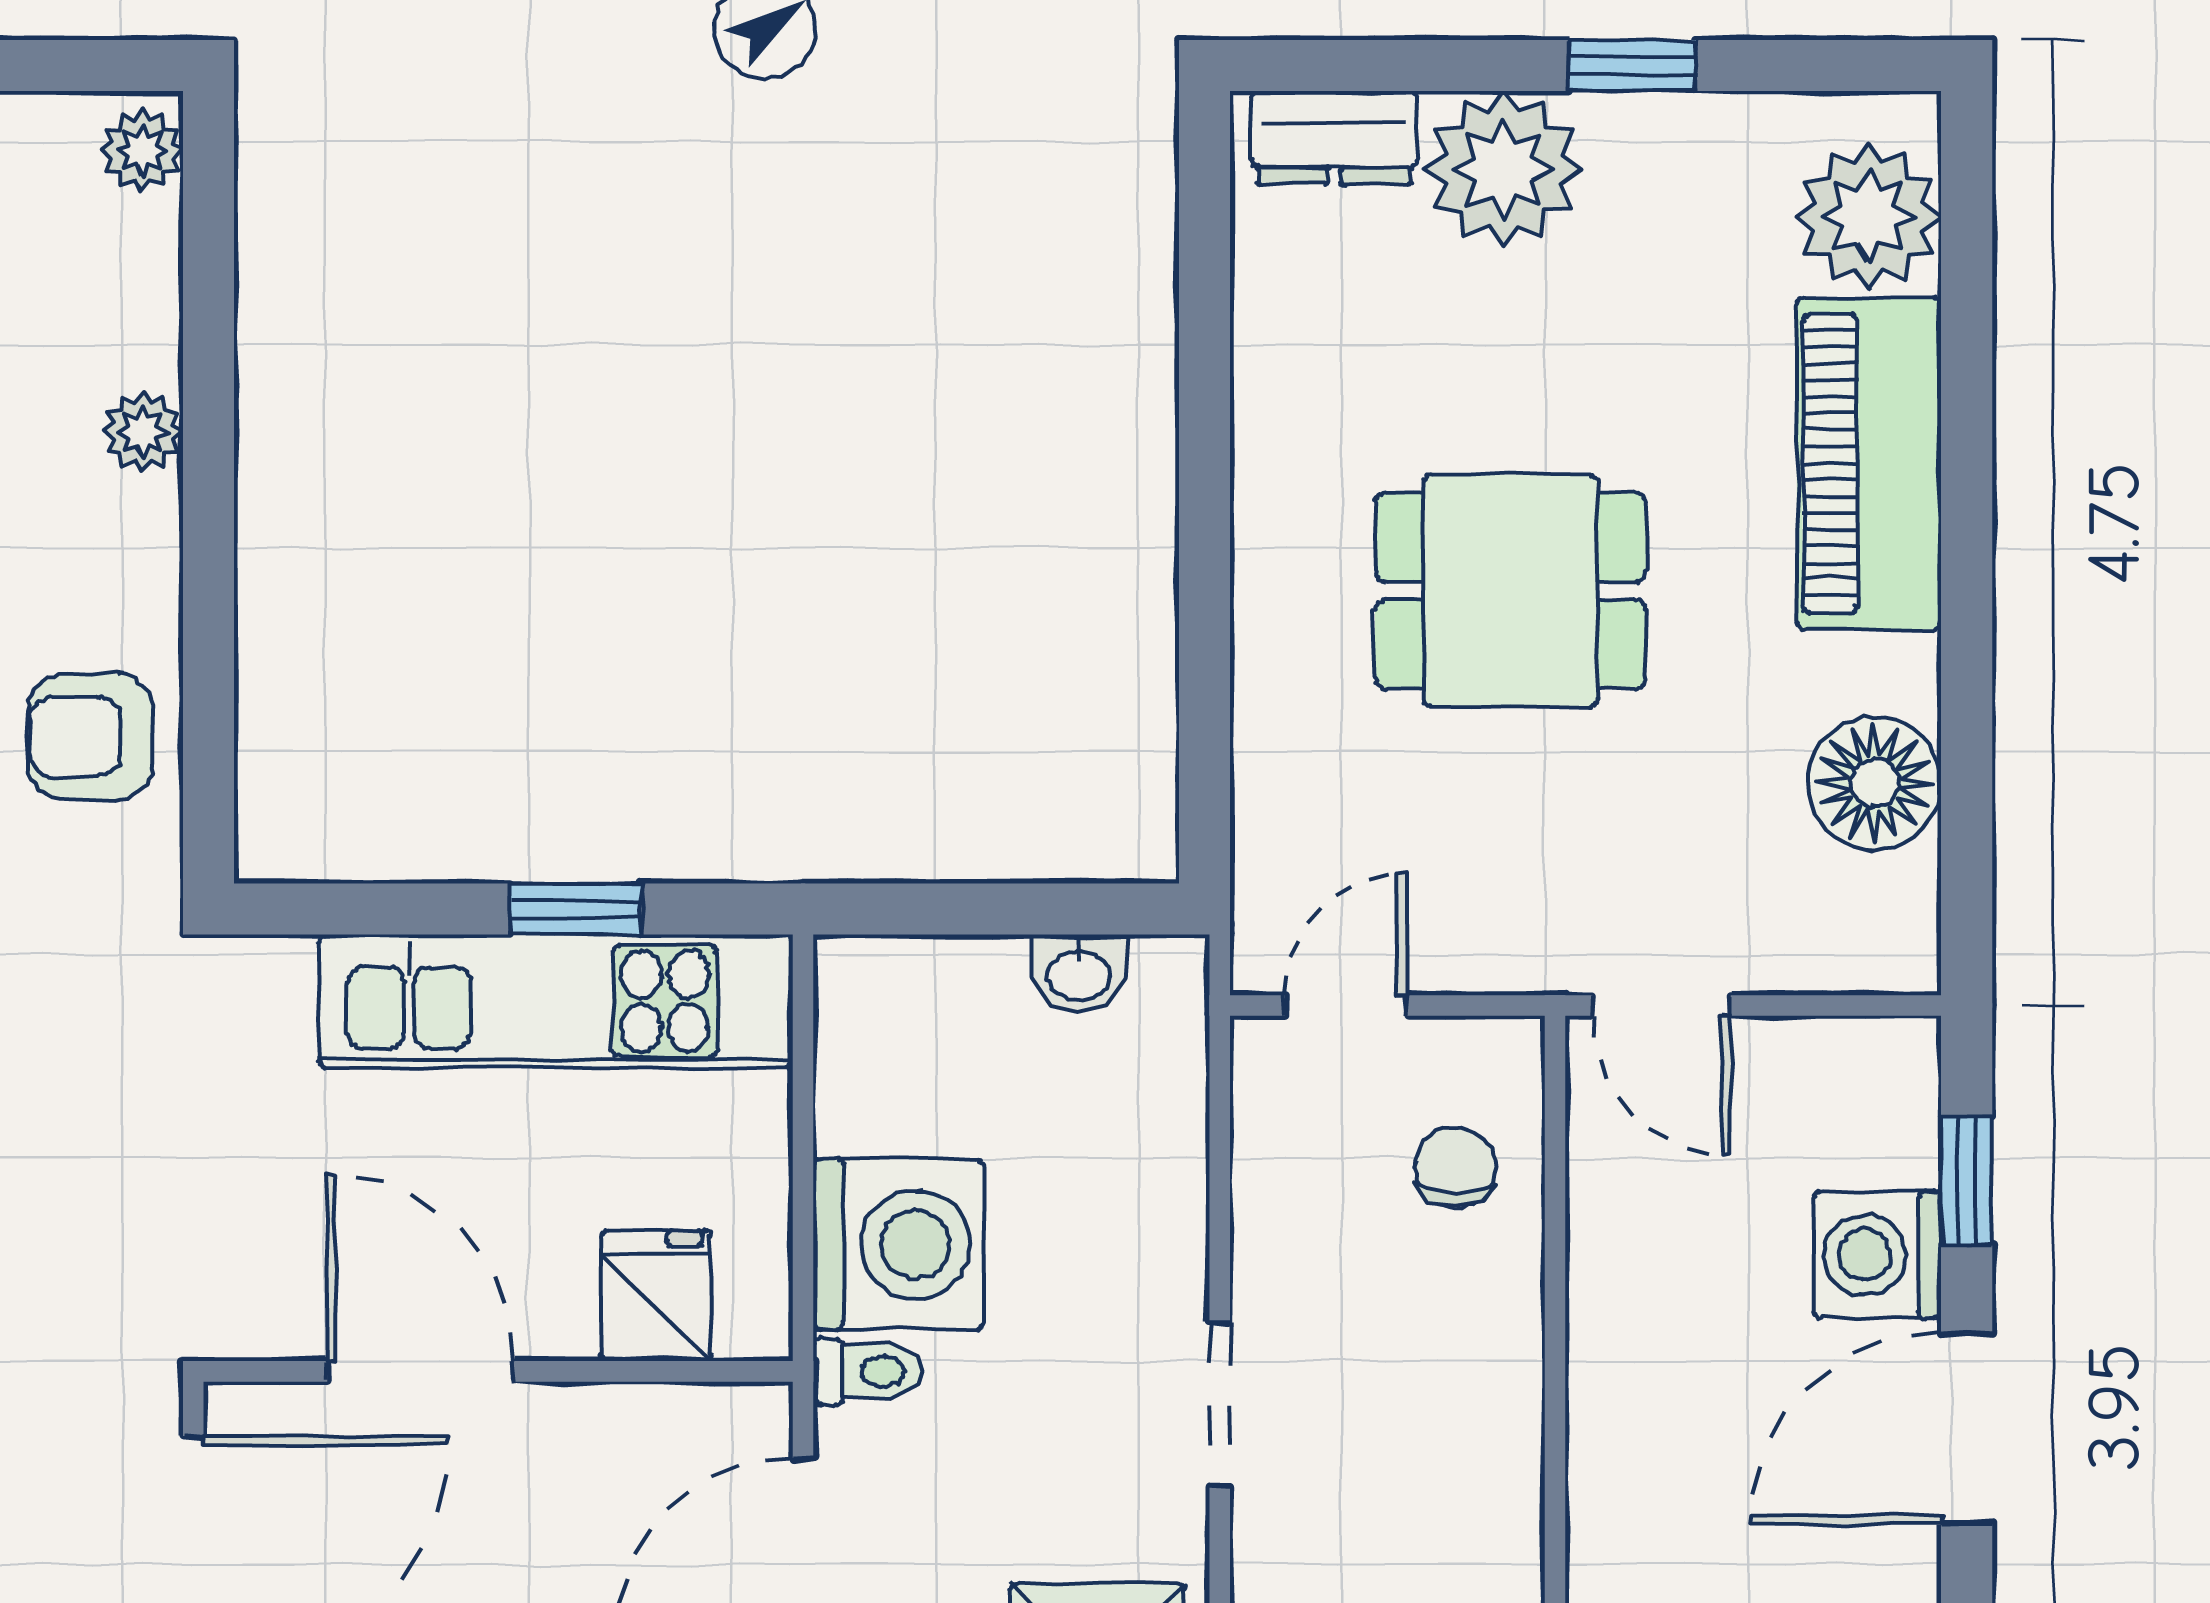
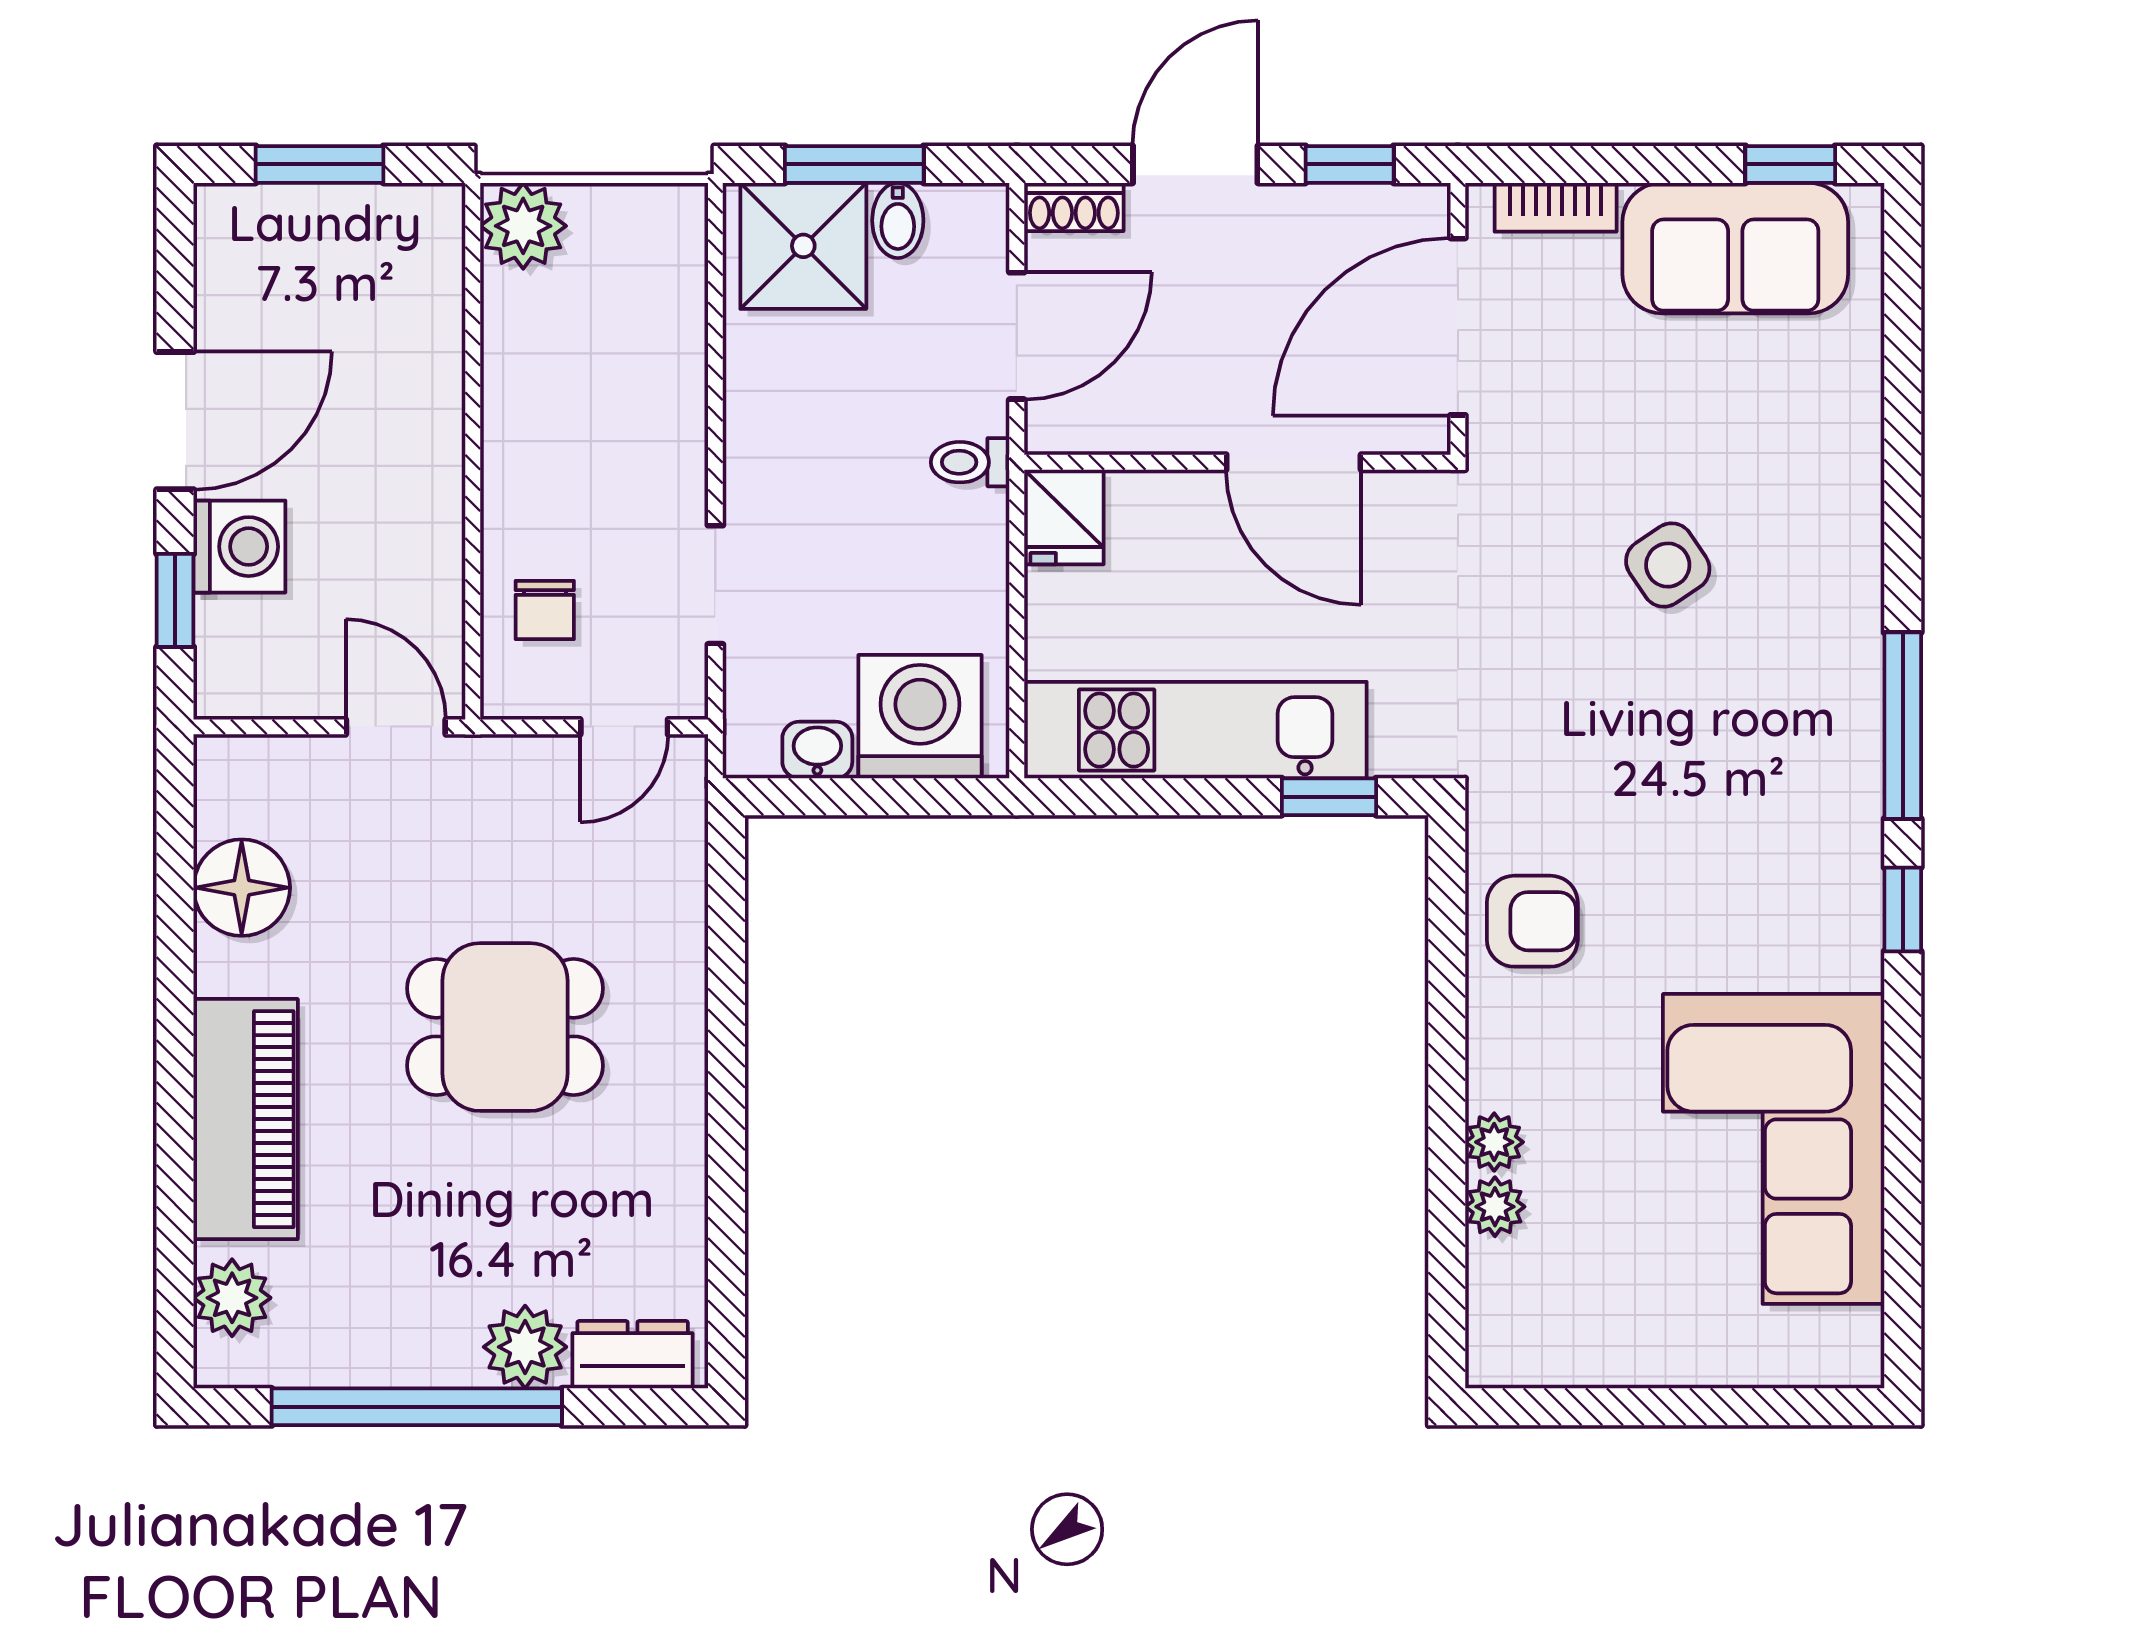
window: (1632, 66) -> (417, 1407), width x3.17
plant: (142, 150) -> (1495, 1207), moved
plant: (1504, 169) -> (525, 1347), width x0.73, depth x0.73
plant: (1868, 216) -> (232, 1298), width x0.73, depth x0.73
window: (576, 909) -> (1329, 797), moved
washing machine: (899, 1245) -> (920, 717), moved, turned 90
fridge: (656, 1296) -> (1064, 517), moved
doorway: (1220, 1404) -> (715, 585), moved

